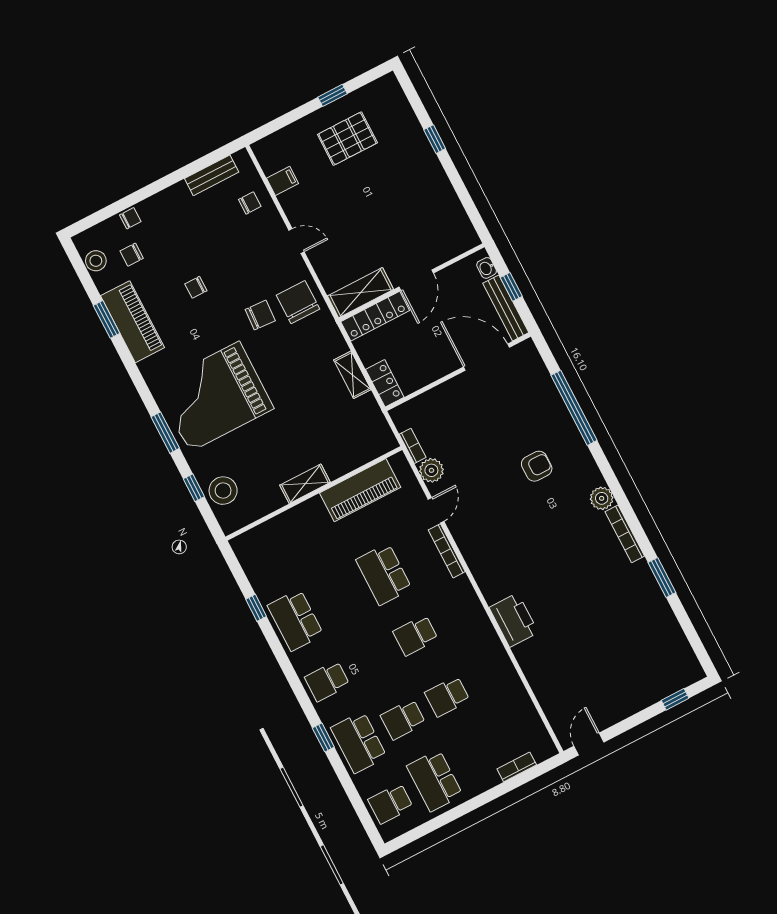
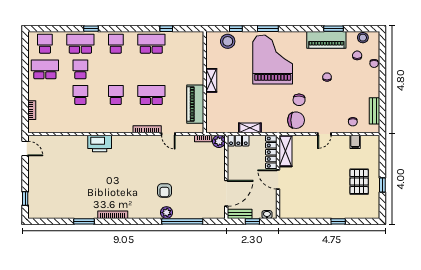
bench: (506, 308) -> (240, 214), width x0.73
plant: (431, 470) -> (219, 141), moved
plant: (602, 498) -> (166, 213), moved

